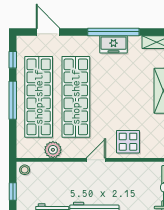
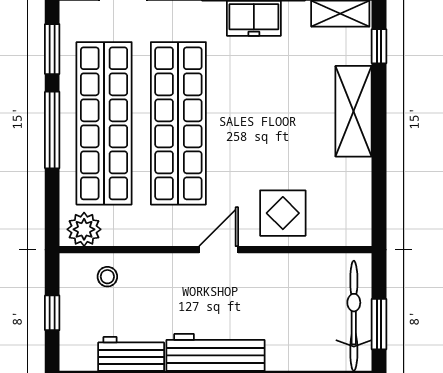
window: (13, 60) -> (52, 49), width x1.50
plant: (53, 150) -> (84, 229), moved
stool: (25, 170) -> (107, 277), moved

